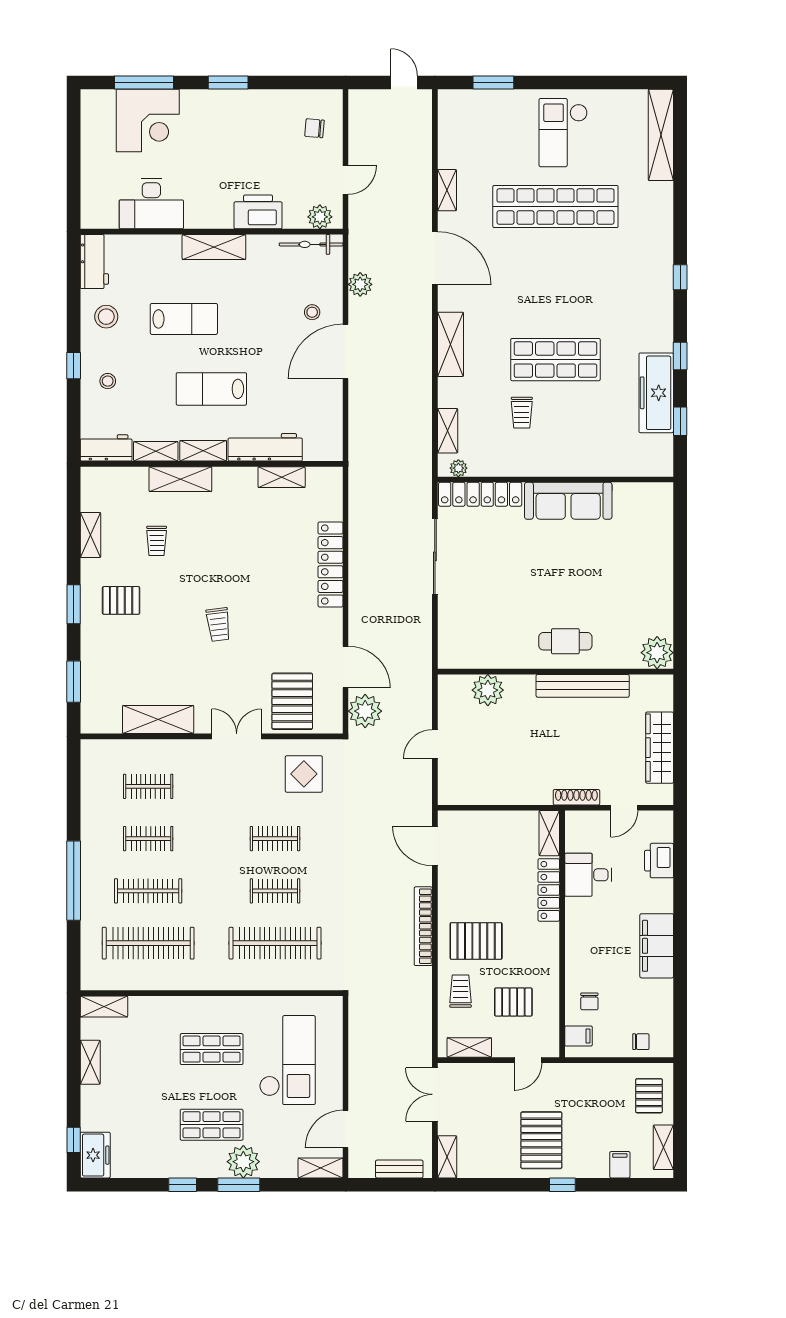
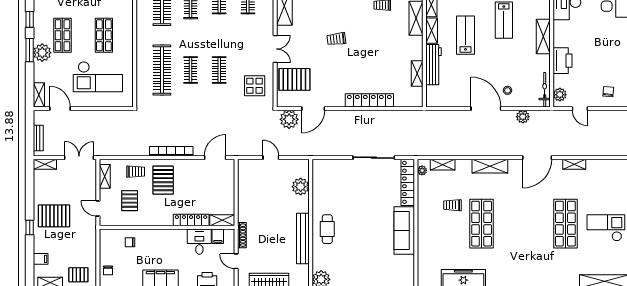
shop shelf: (555, 206) -> (565, 224), width x0.71
filing cabinet: (578, 1036) -> (218, 236), moved

